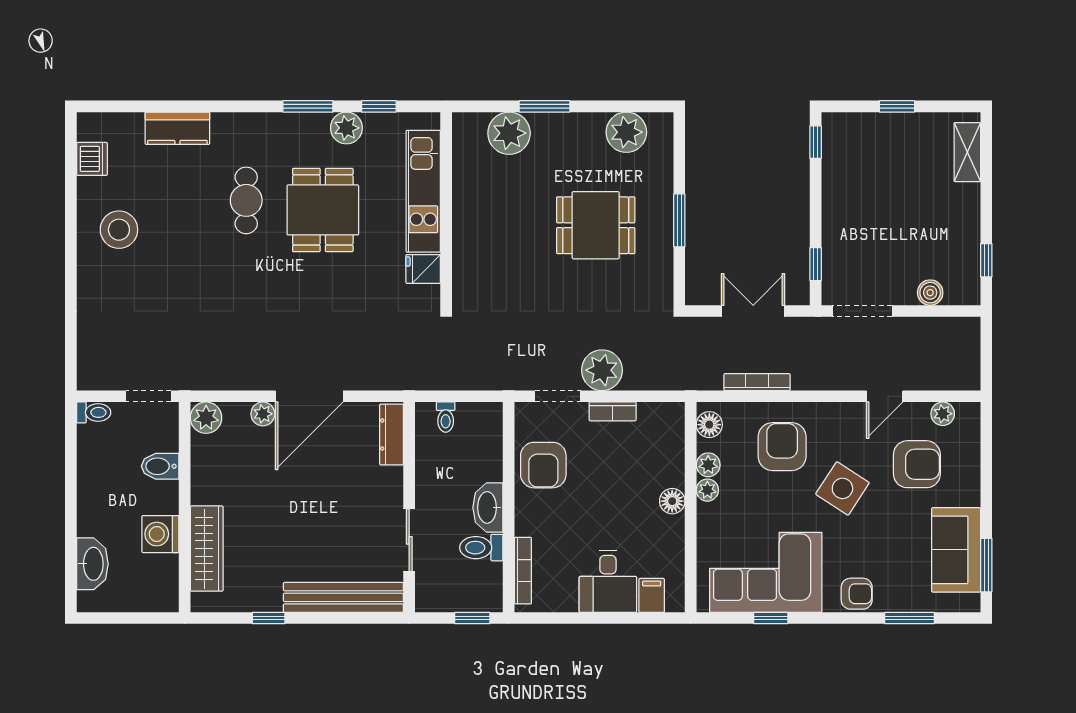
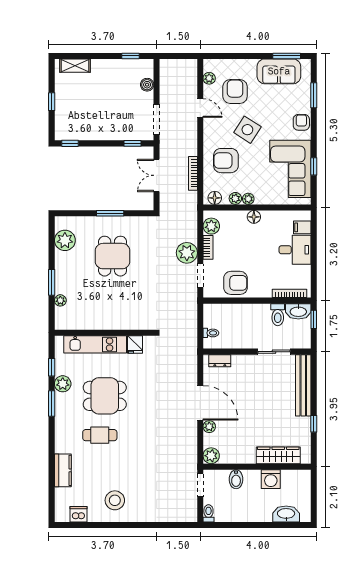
plant: (509, 133) -> (60, 300), width x0.53, depth x0.53
plant: (654, 418) -> (211, 226), added
dresser: (392, 434) -> (220, 361), width x0.70
washbasin: (488, 507) -> (298, 311), moved

